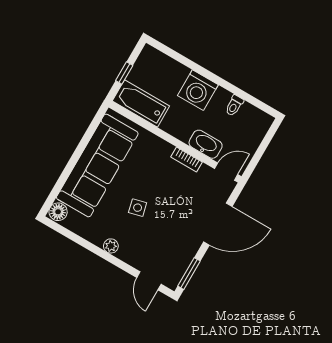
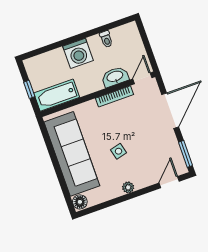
bookcase: (186, 160) -> (115, 96), width x1.56
door: (149, 281) -> (169, 182), swing flipped

